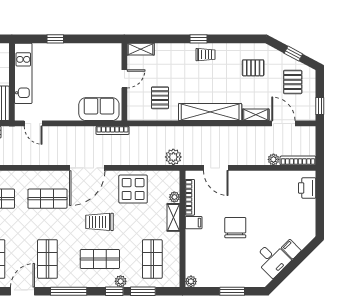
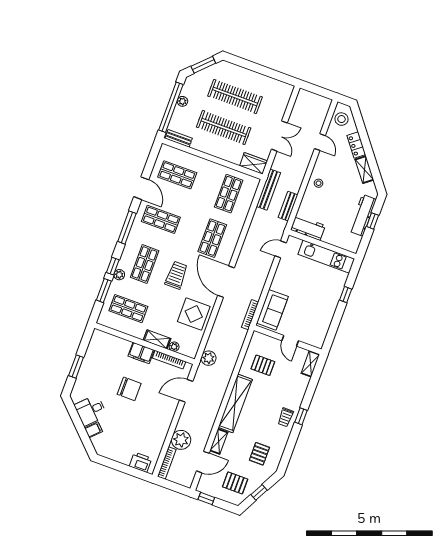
plant: (273, 159) -> (181, 440), width x1.88, depth x1.88
filing cabinet: (194, 223) -> (141, 353), width x2.00
plant: (191, 281) -> (97, 334), removed

